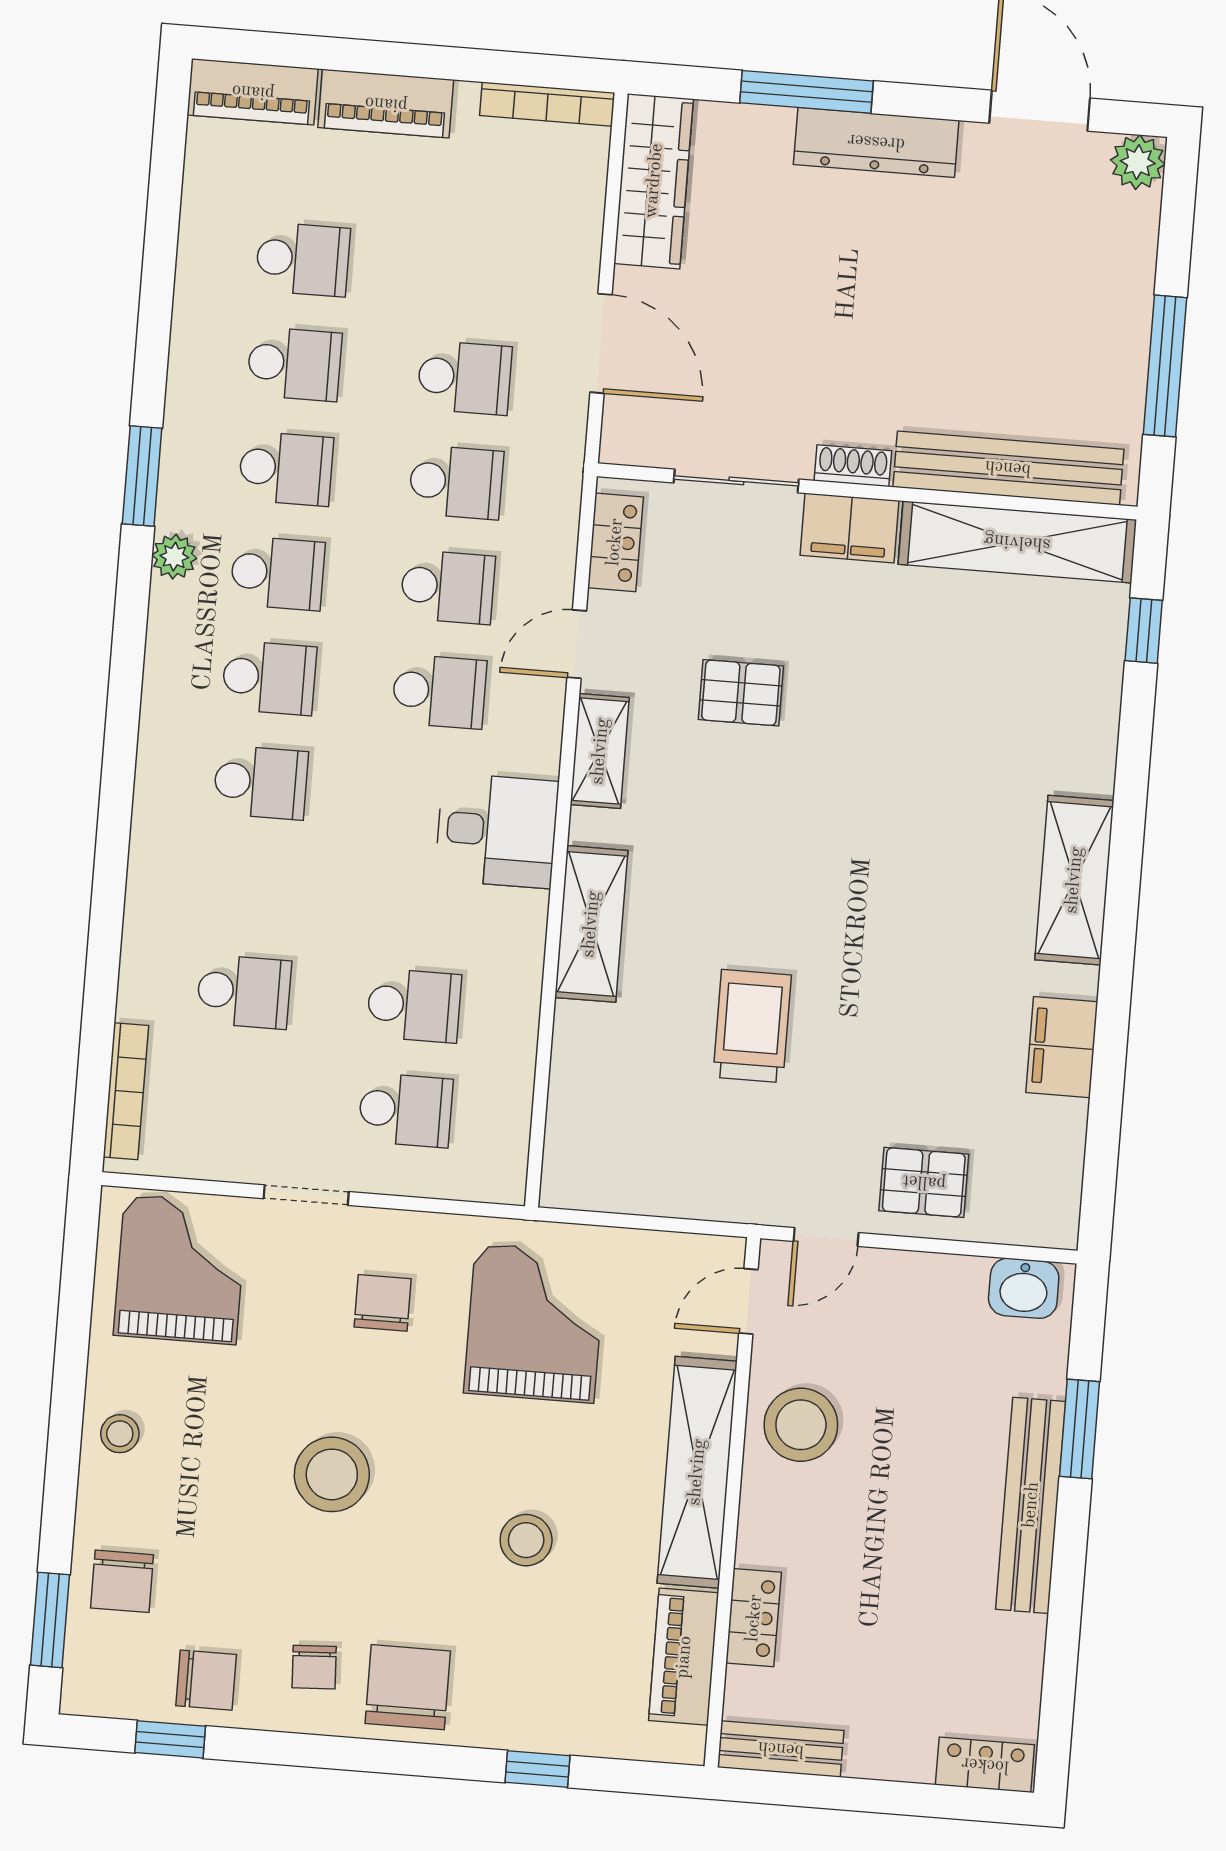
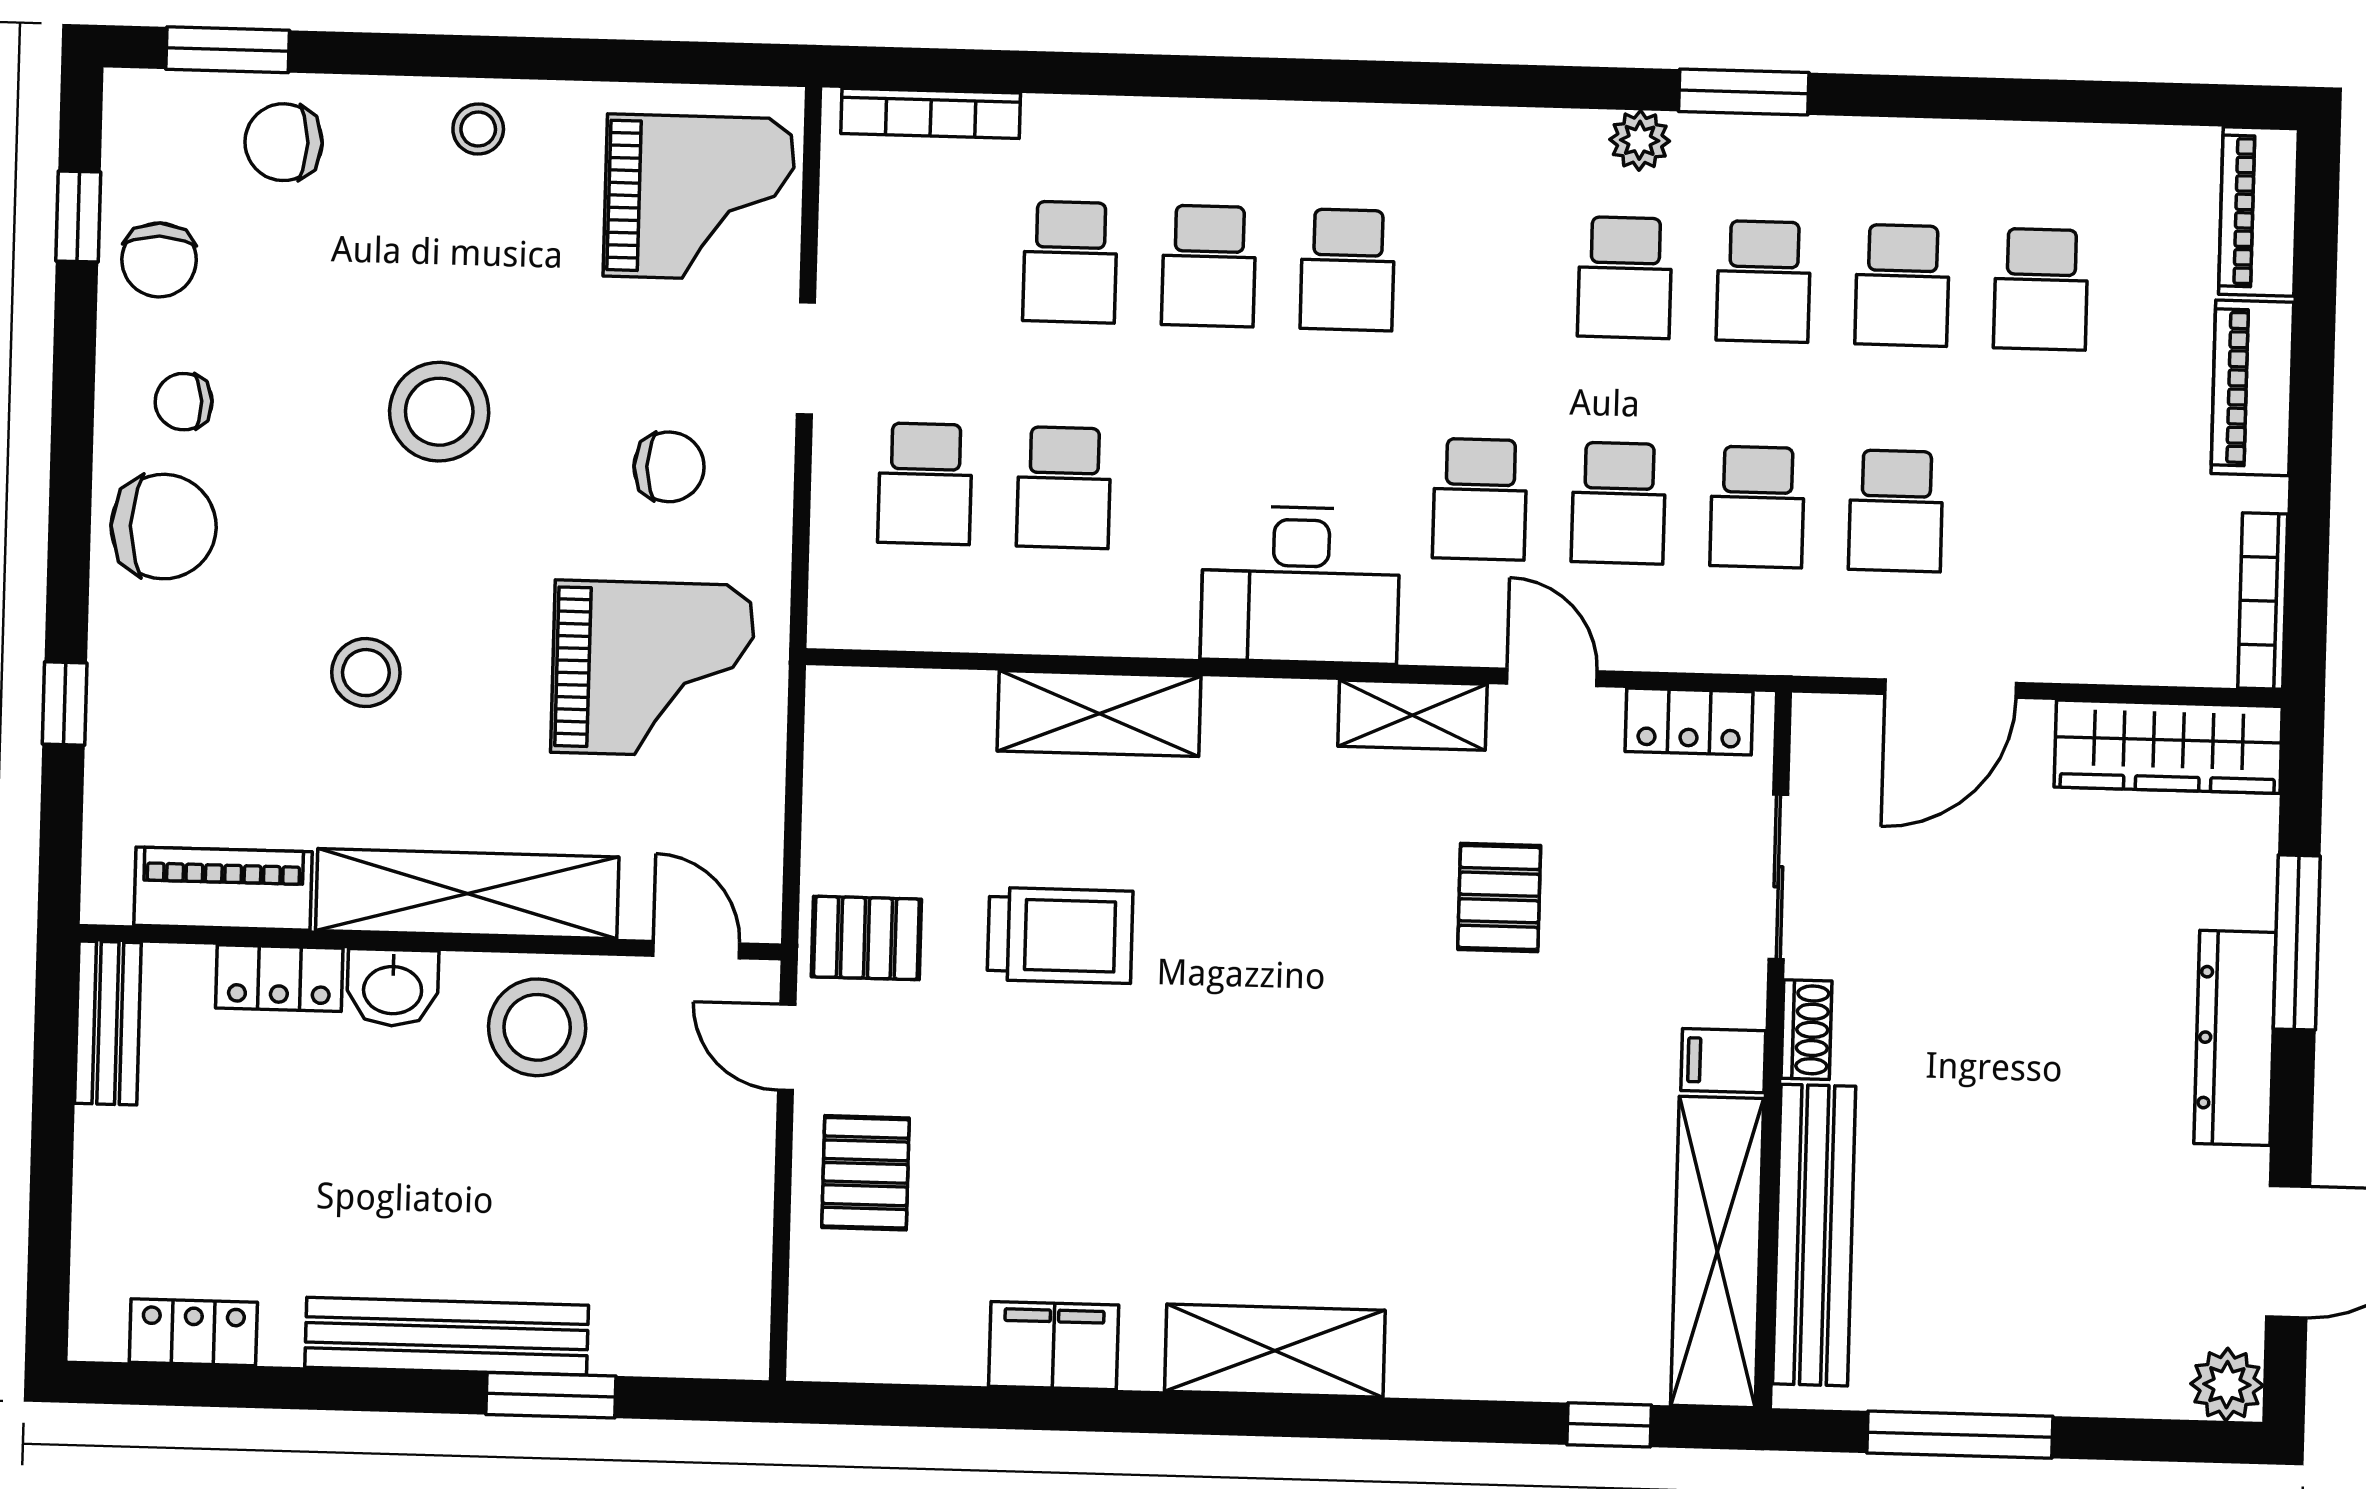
filing cabinet: (850, 528) -> (1723, 1061), width x0.50
school desk: (269, 678) -> (1209, 266), moved
desk: (497, 831) -> (1300, 585), width x1.37
shelving: (591, 924) -> (1099, 714), moved
pallet: (746, 1172) -> (866, 938), added
washbasin: (1024, 1288) -> (393, 988), moved, turned -90
locker: (985, 1765) -> (193, 1332), moved, turned -90

